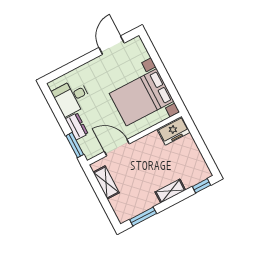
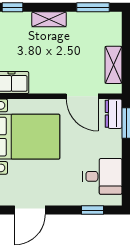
window: (66, 69) -> (92, 210), added
dresser: (77, 126) -> (114, 114), moved

